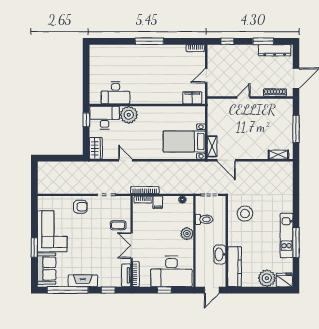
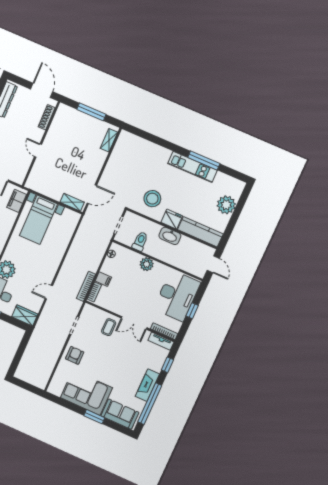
bed with nightstands: (184, 141) -> (38, 220), moved
washbasin: (220, 254) -> (170, 236), moved
fridge: (284, 280) -> (172, 219), moved, turned 90

